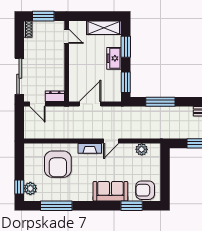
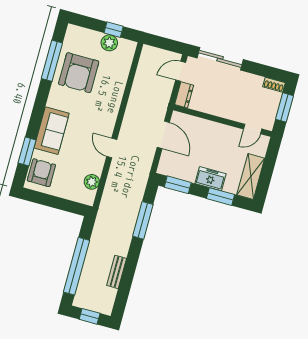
fireplace: (90, 148) -> (110, 120), removed
armchair: (58, 164) -> (79, 73), moved, turned -90
window: (19, 187) -> (114, 30), moved
plant: (30, 188) -> (109, 43), moved

